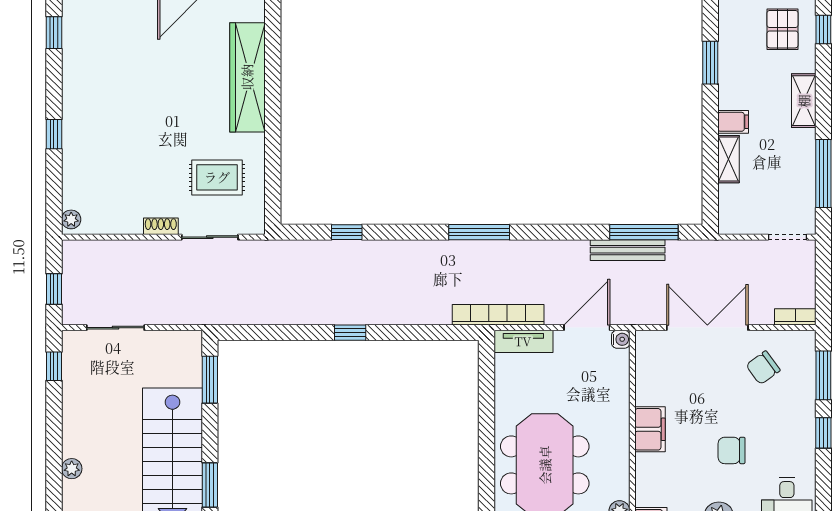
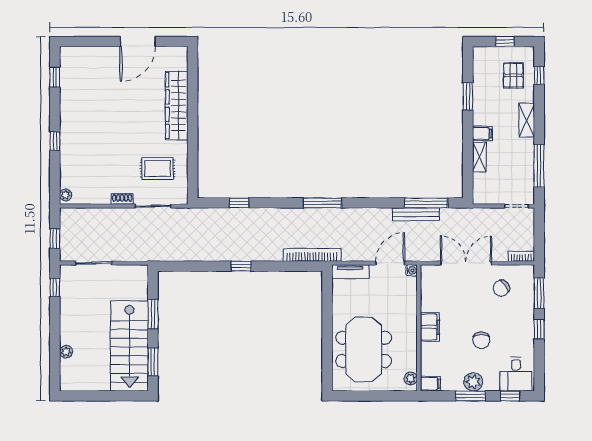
bookcase: (498, 315) -> (312, 255), moved
window: (210, 380) -> (153, 314), moved
chair: (732, 450) -> (481, 340), turned -90

